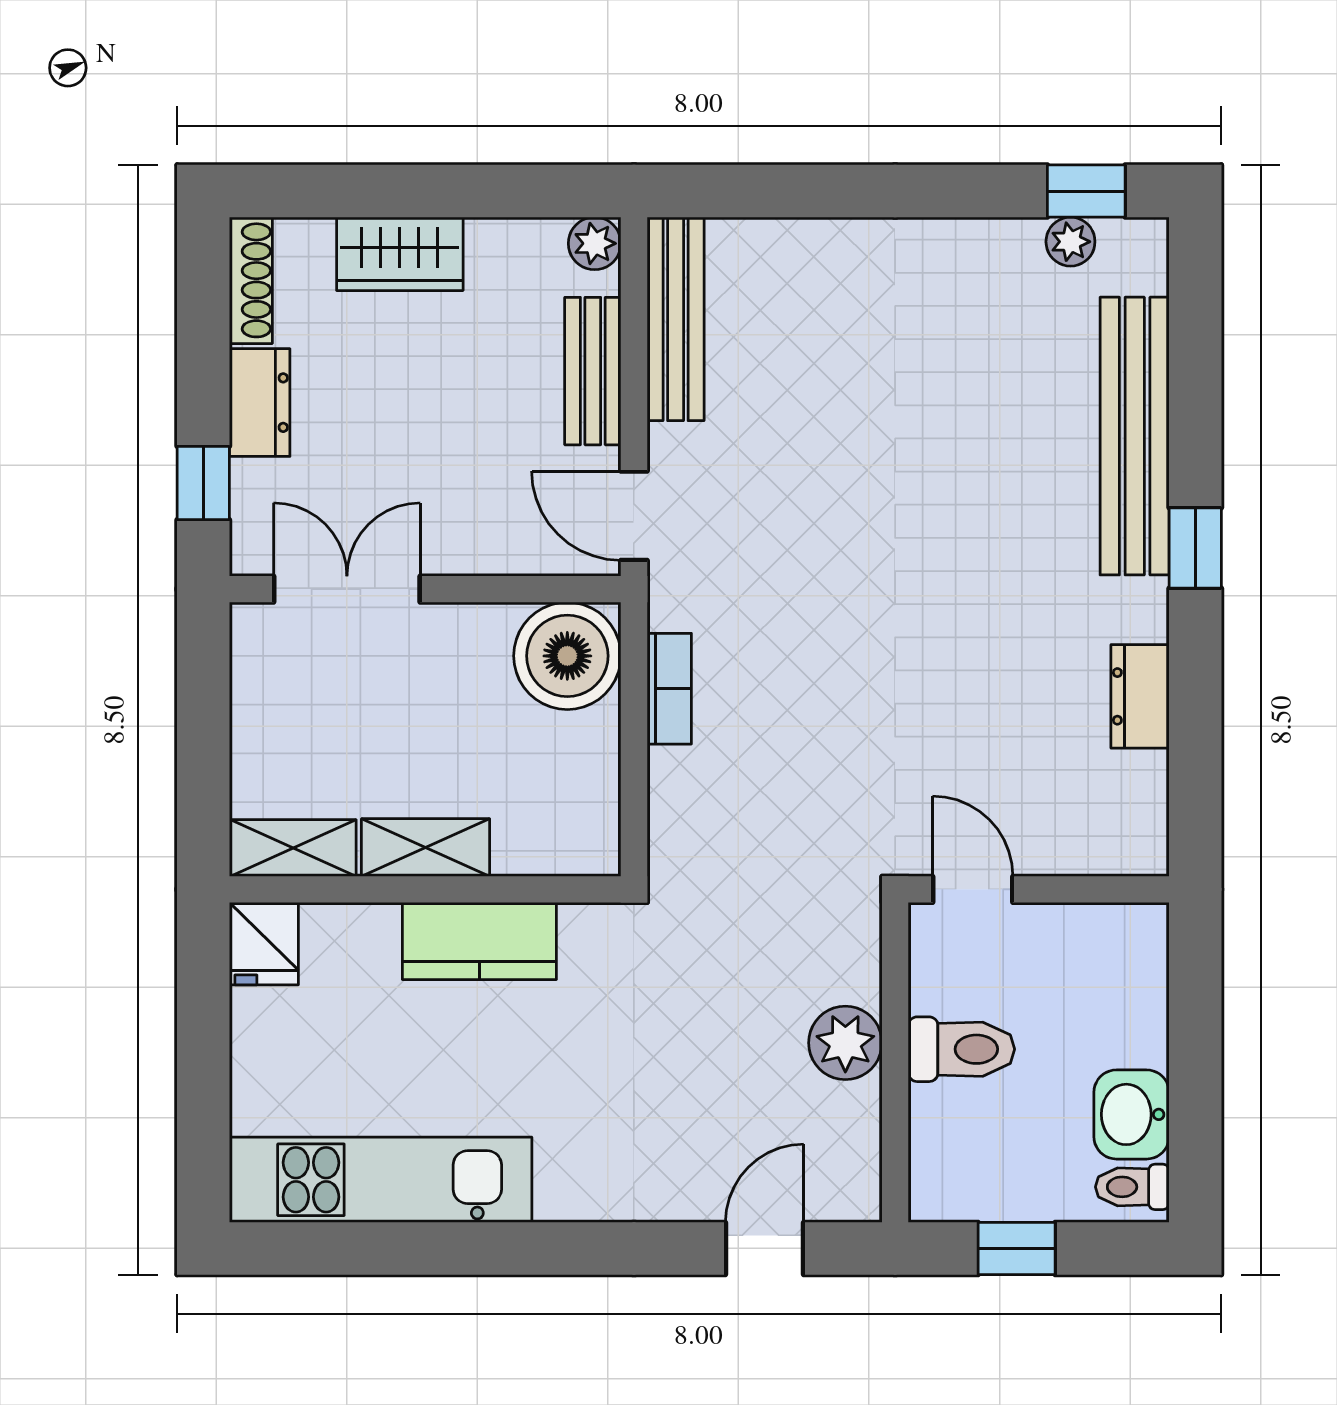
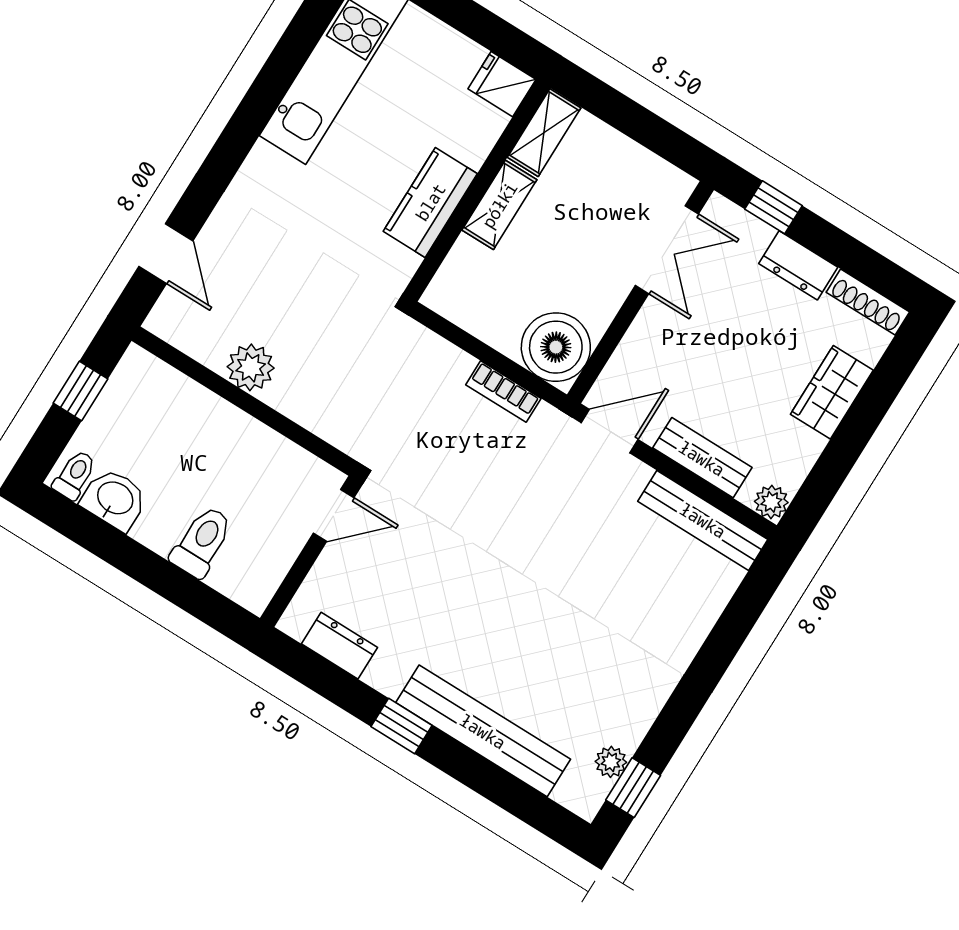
door: (973, 889) -> (334, 515), moved
wall: (1039, 889) -> (311, 551), moved
toilet: (961, 1049) -> (202, 542), moved, turned 180

